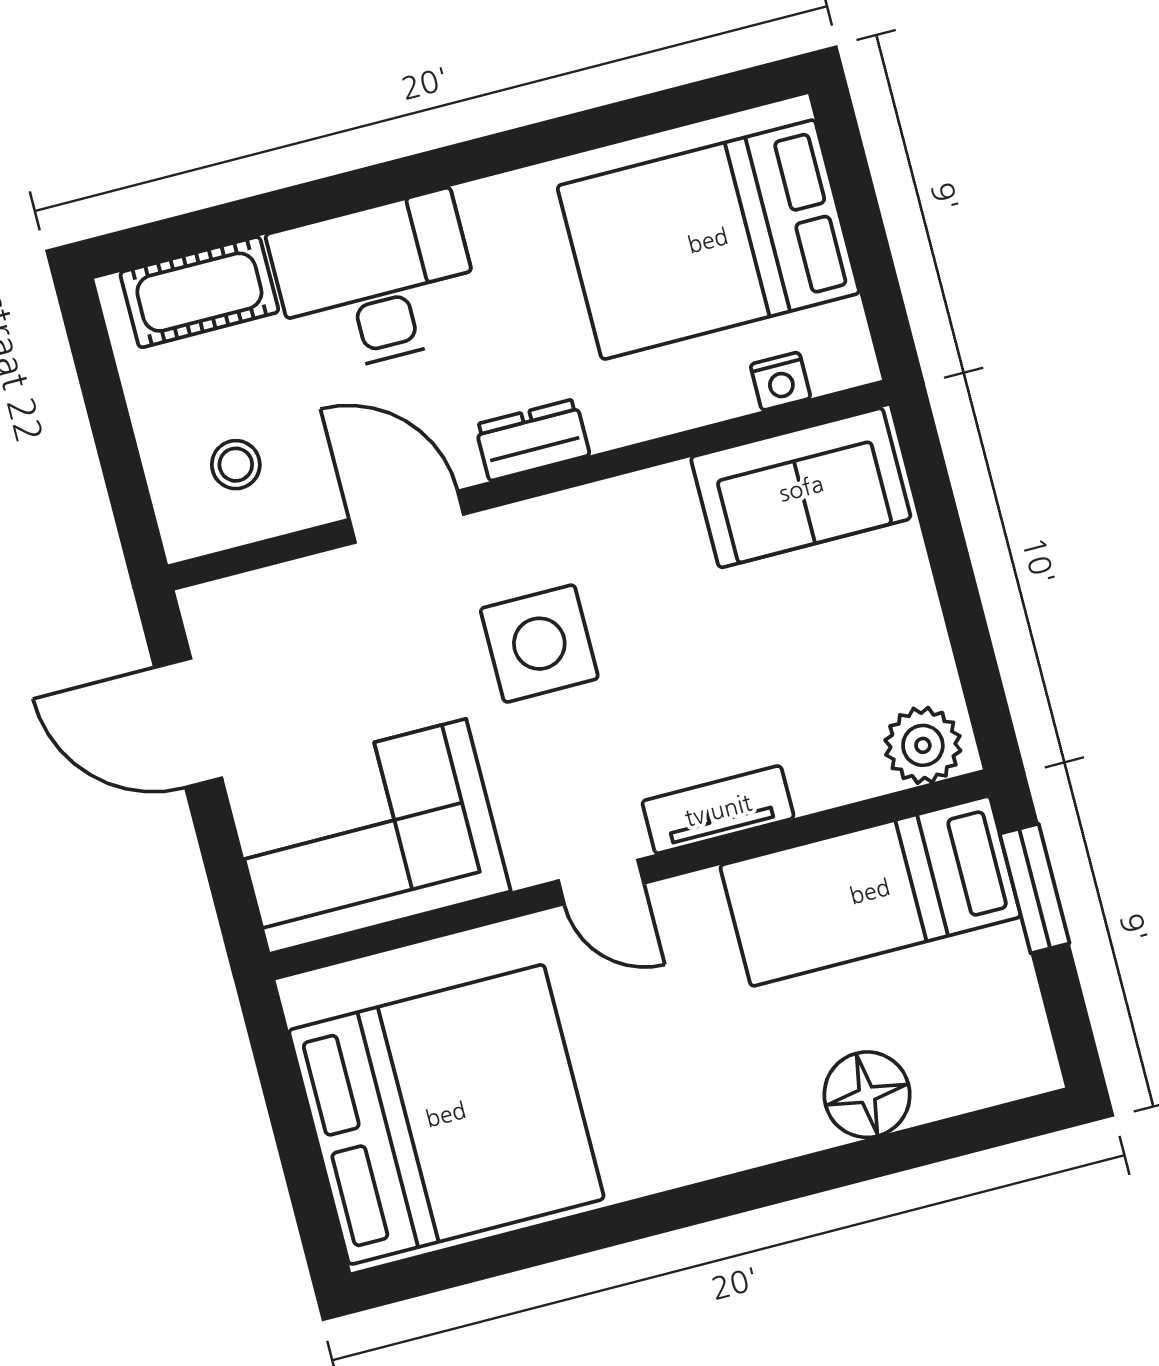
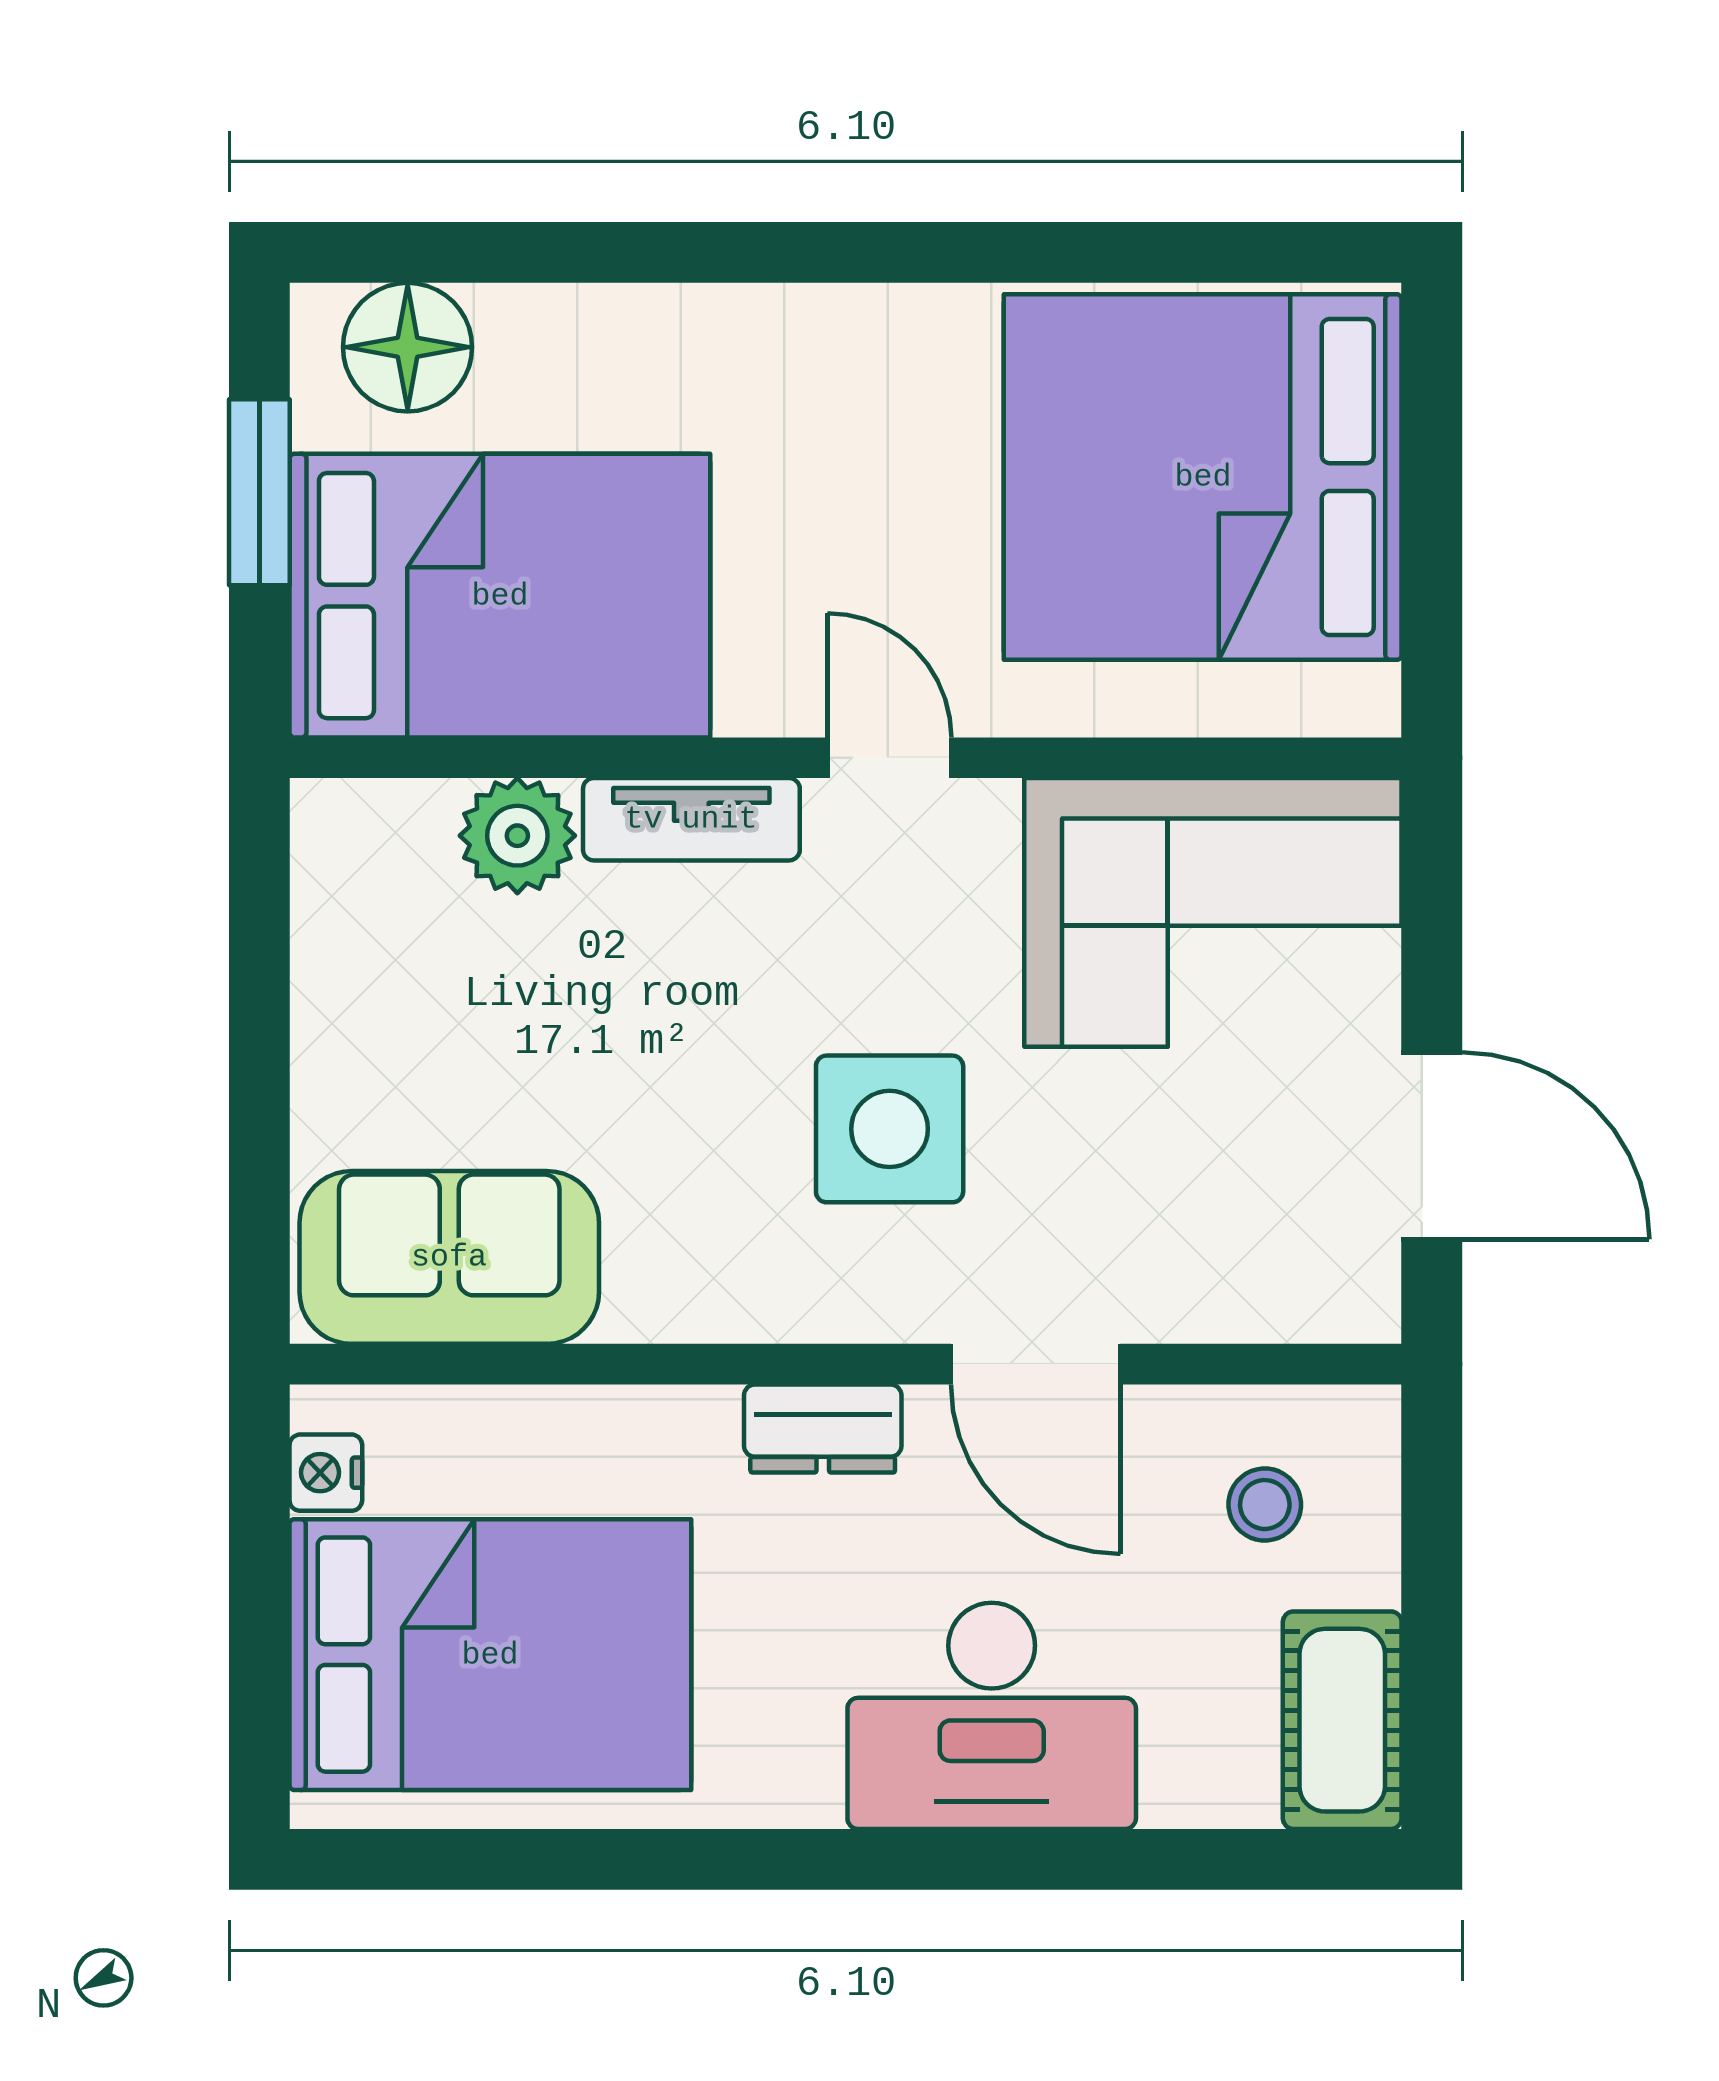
cot: (199, 292) -> (1342, 1720), moved, turned 90
nightstand: (780, 381) -> (326, 1473), moved, turned -90
plant: (923, 745) -> (517, 836), moved
window: (1035, 888) -> (259, 492), moved
bed: (870, 891) -> (500, 596), width x1.50
floor lamp: (867, 1095) -> (408, 347), moved

